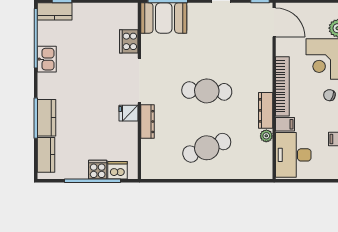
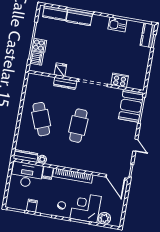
door: (274, 22) -> (115, 177), hinge flipped
dresser: (266, 110) -> (26, 156), moved
fridge: (128, 113) -> (60, 70), moved

